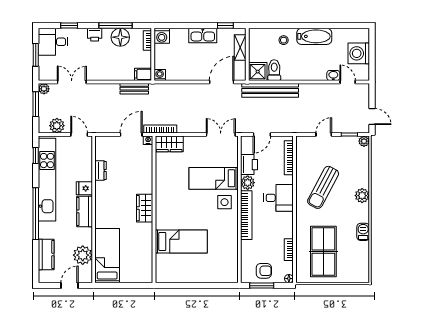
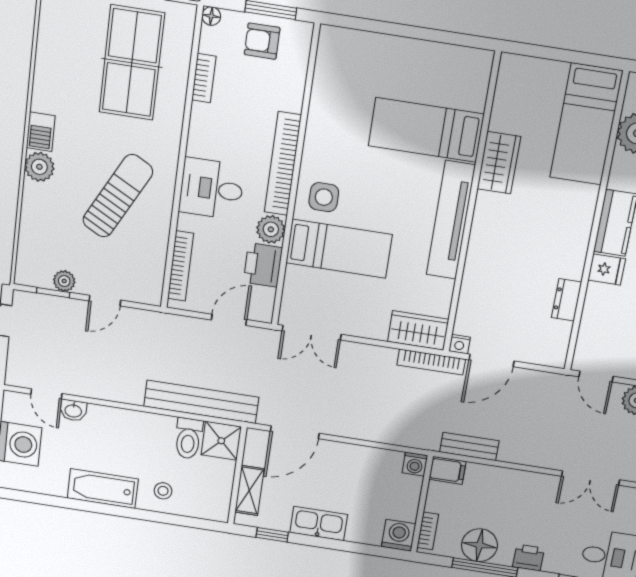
plant: (364, 141) -> (64, 281), moved
tv unit: (163, 201) -> (451, 220), added
wardrobe: (145, 208) -> (499, 163), moved
barbecue: (363, 232) -> (41, 132), moved

